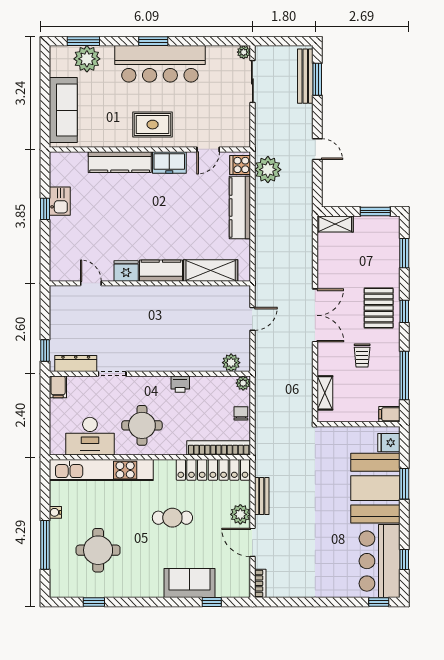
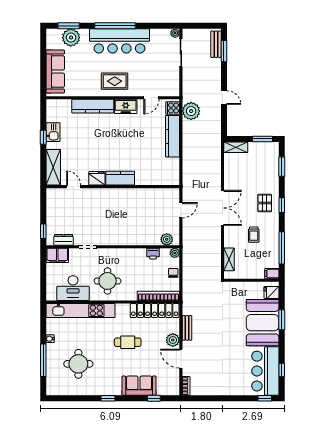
window: (153, 41) -> (115, 26), width x2.11
bench: (305, 76) -> (216, 44), width x0.73
shelving: (211, 270) -> (53, 167), moved, turned 90
pallet: (379, 308) -> (265, 203), width x0.67, depth x0.71
dresser: (76, 364) -> (64, 240), width x0.70
printer: (180, 384) -> (153, 254), moved
filing cabinet: (58, 387) -> (57, 255), width x2.00
window: (94, 602) -> (108, 398), moved

